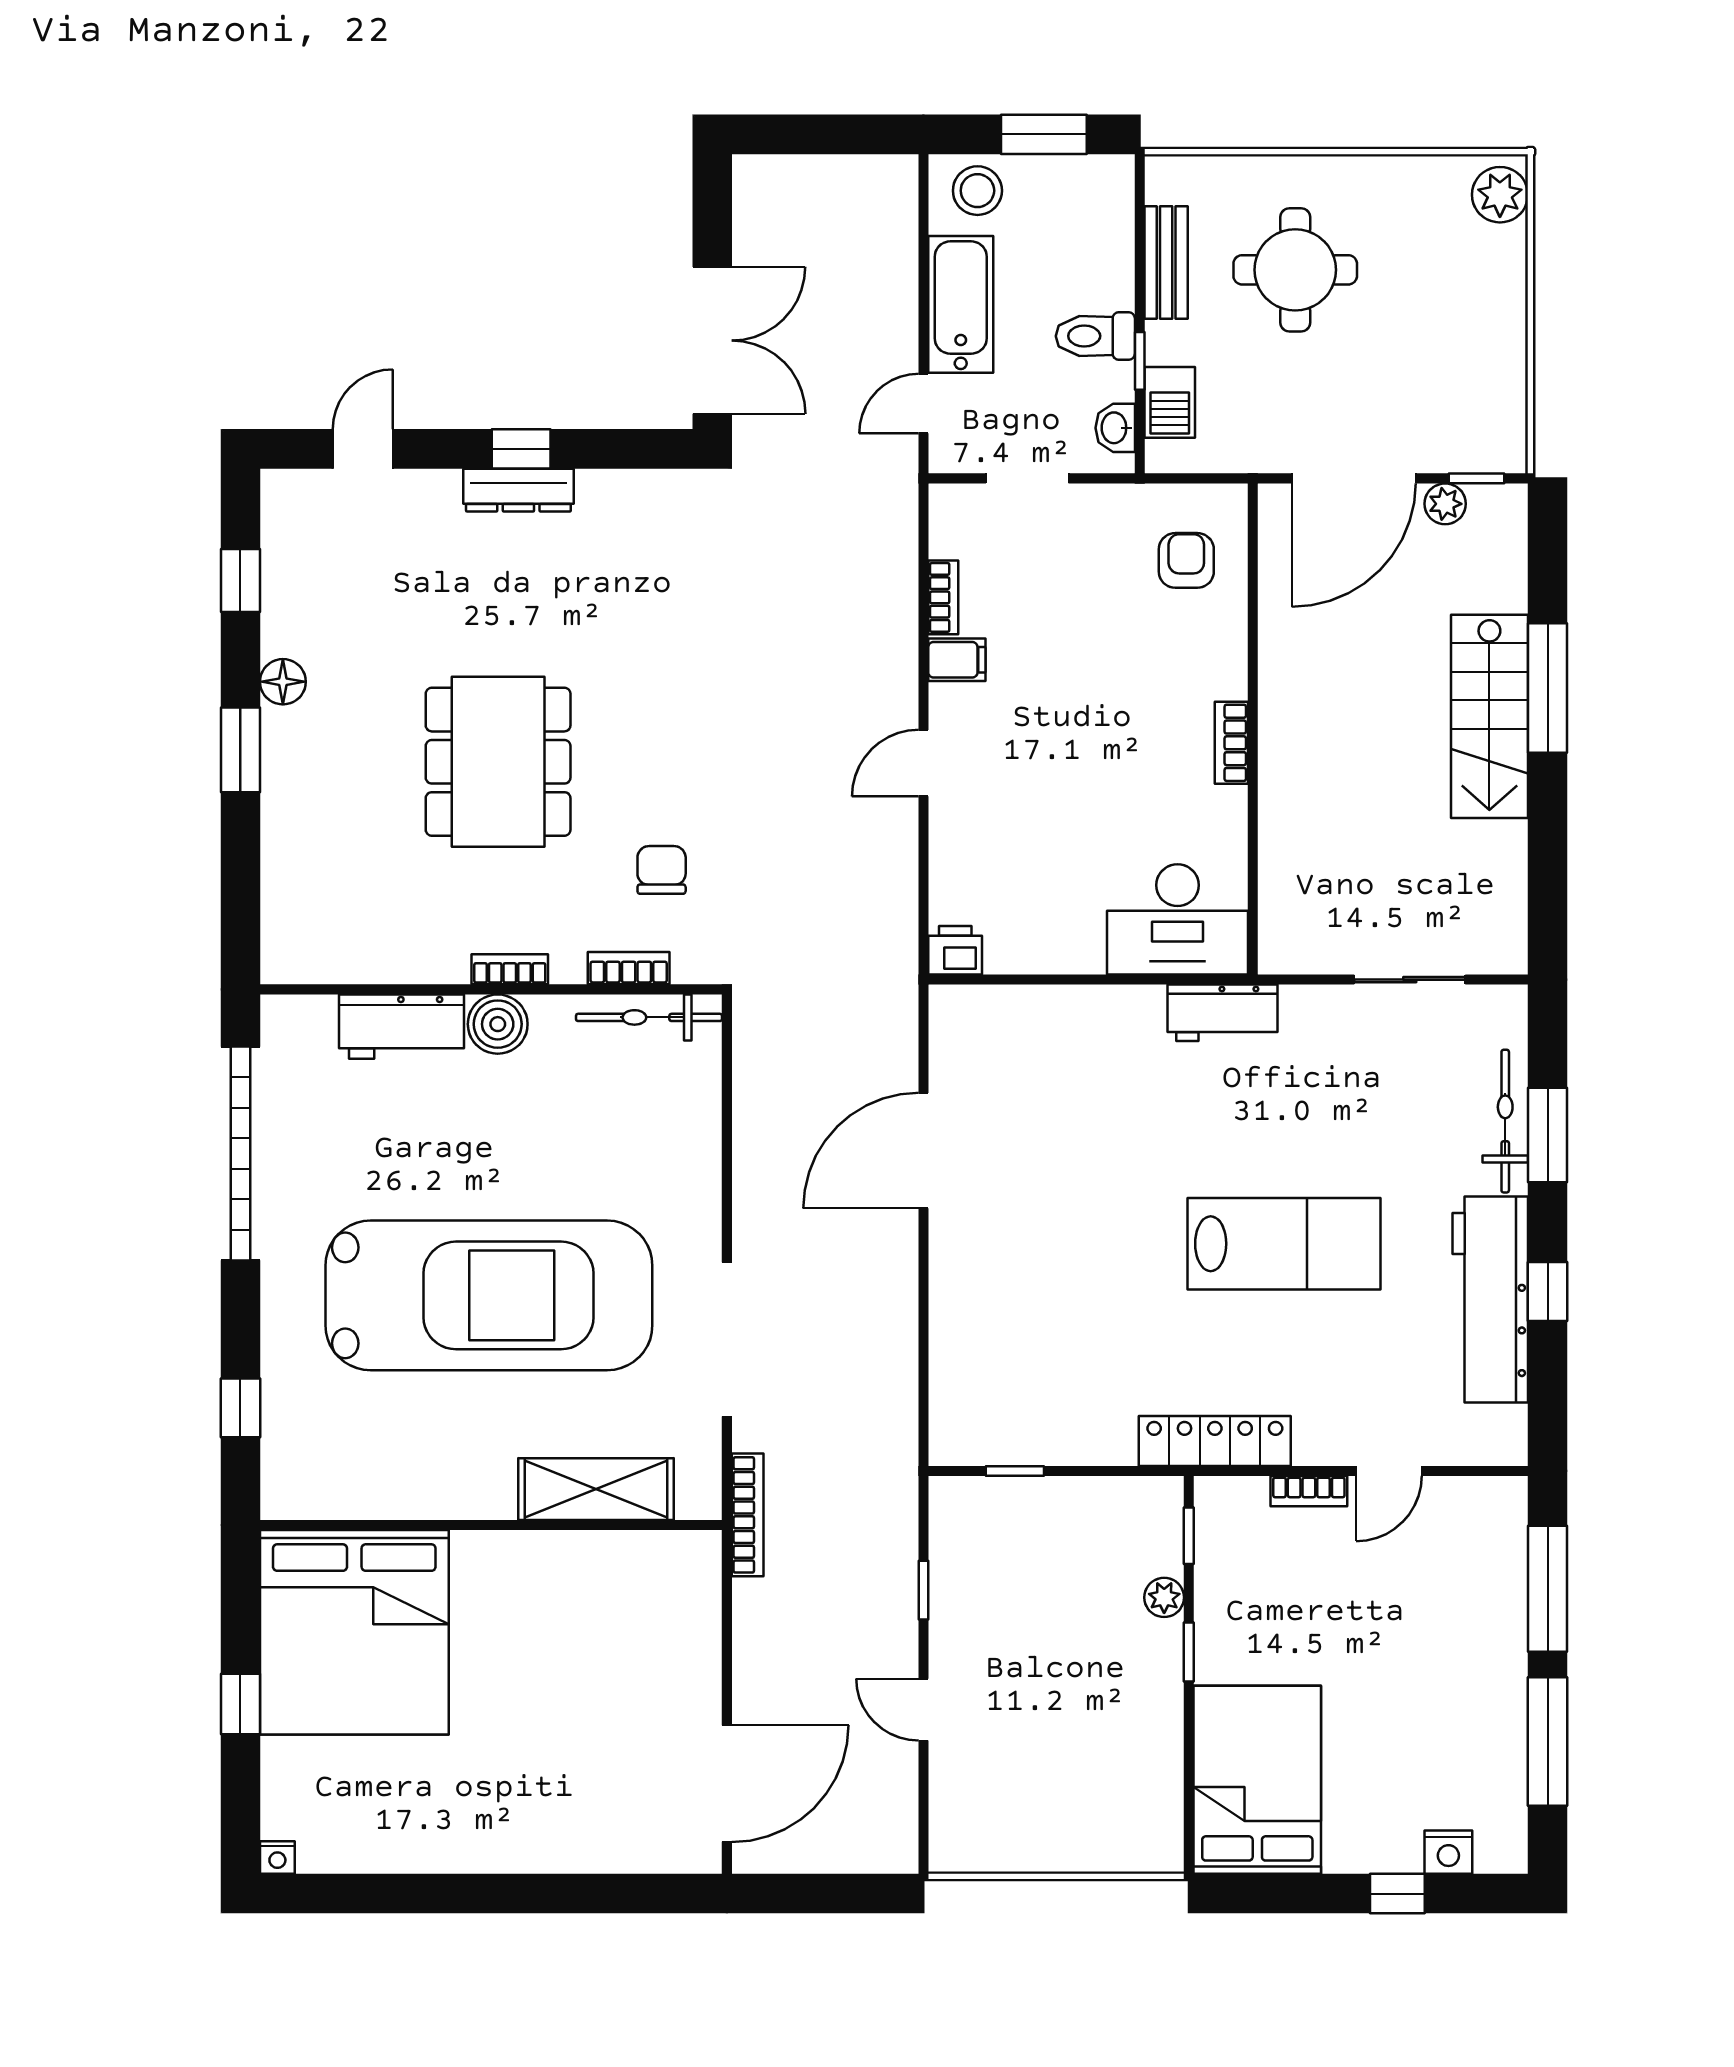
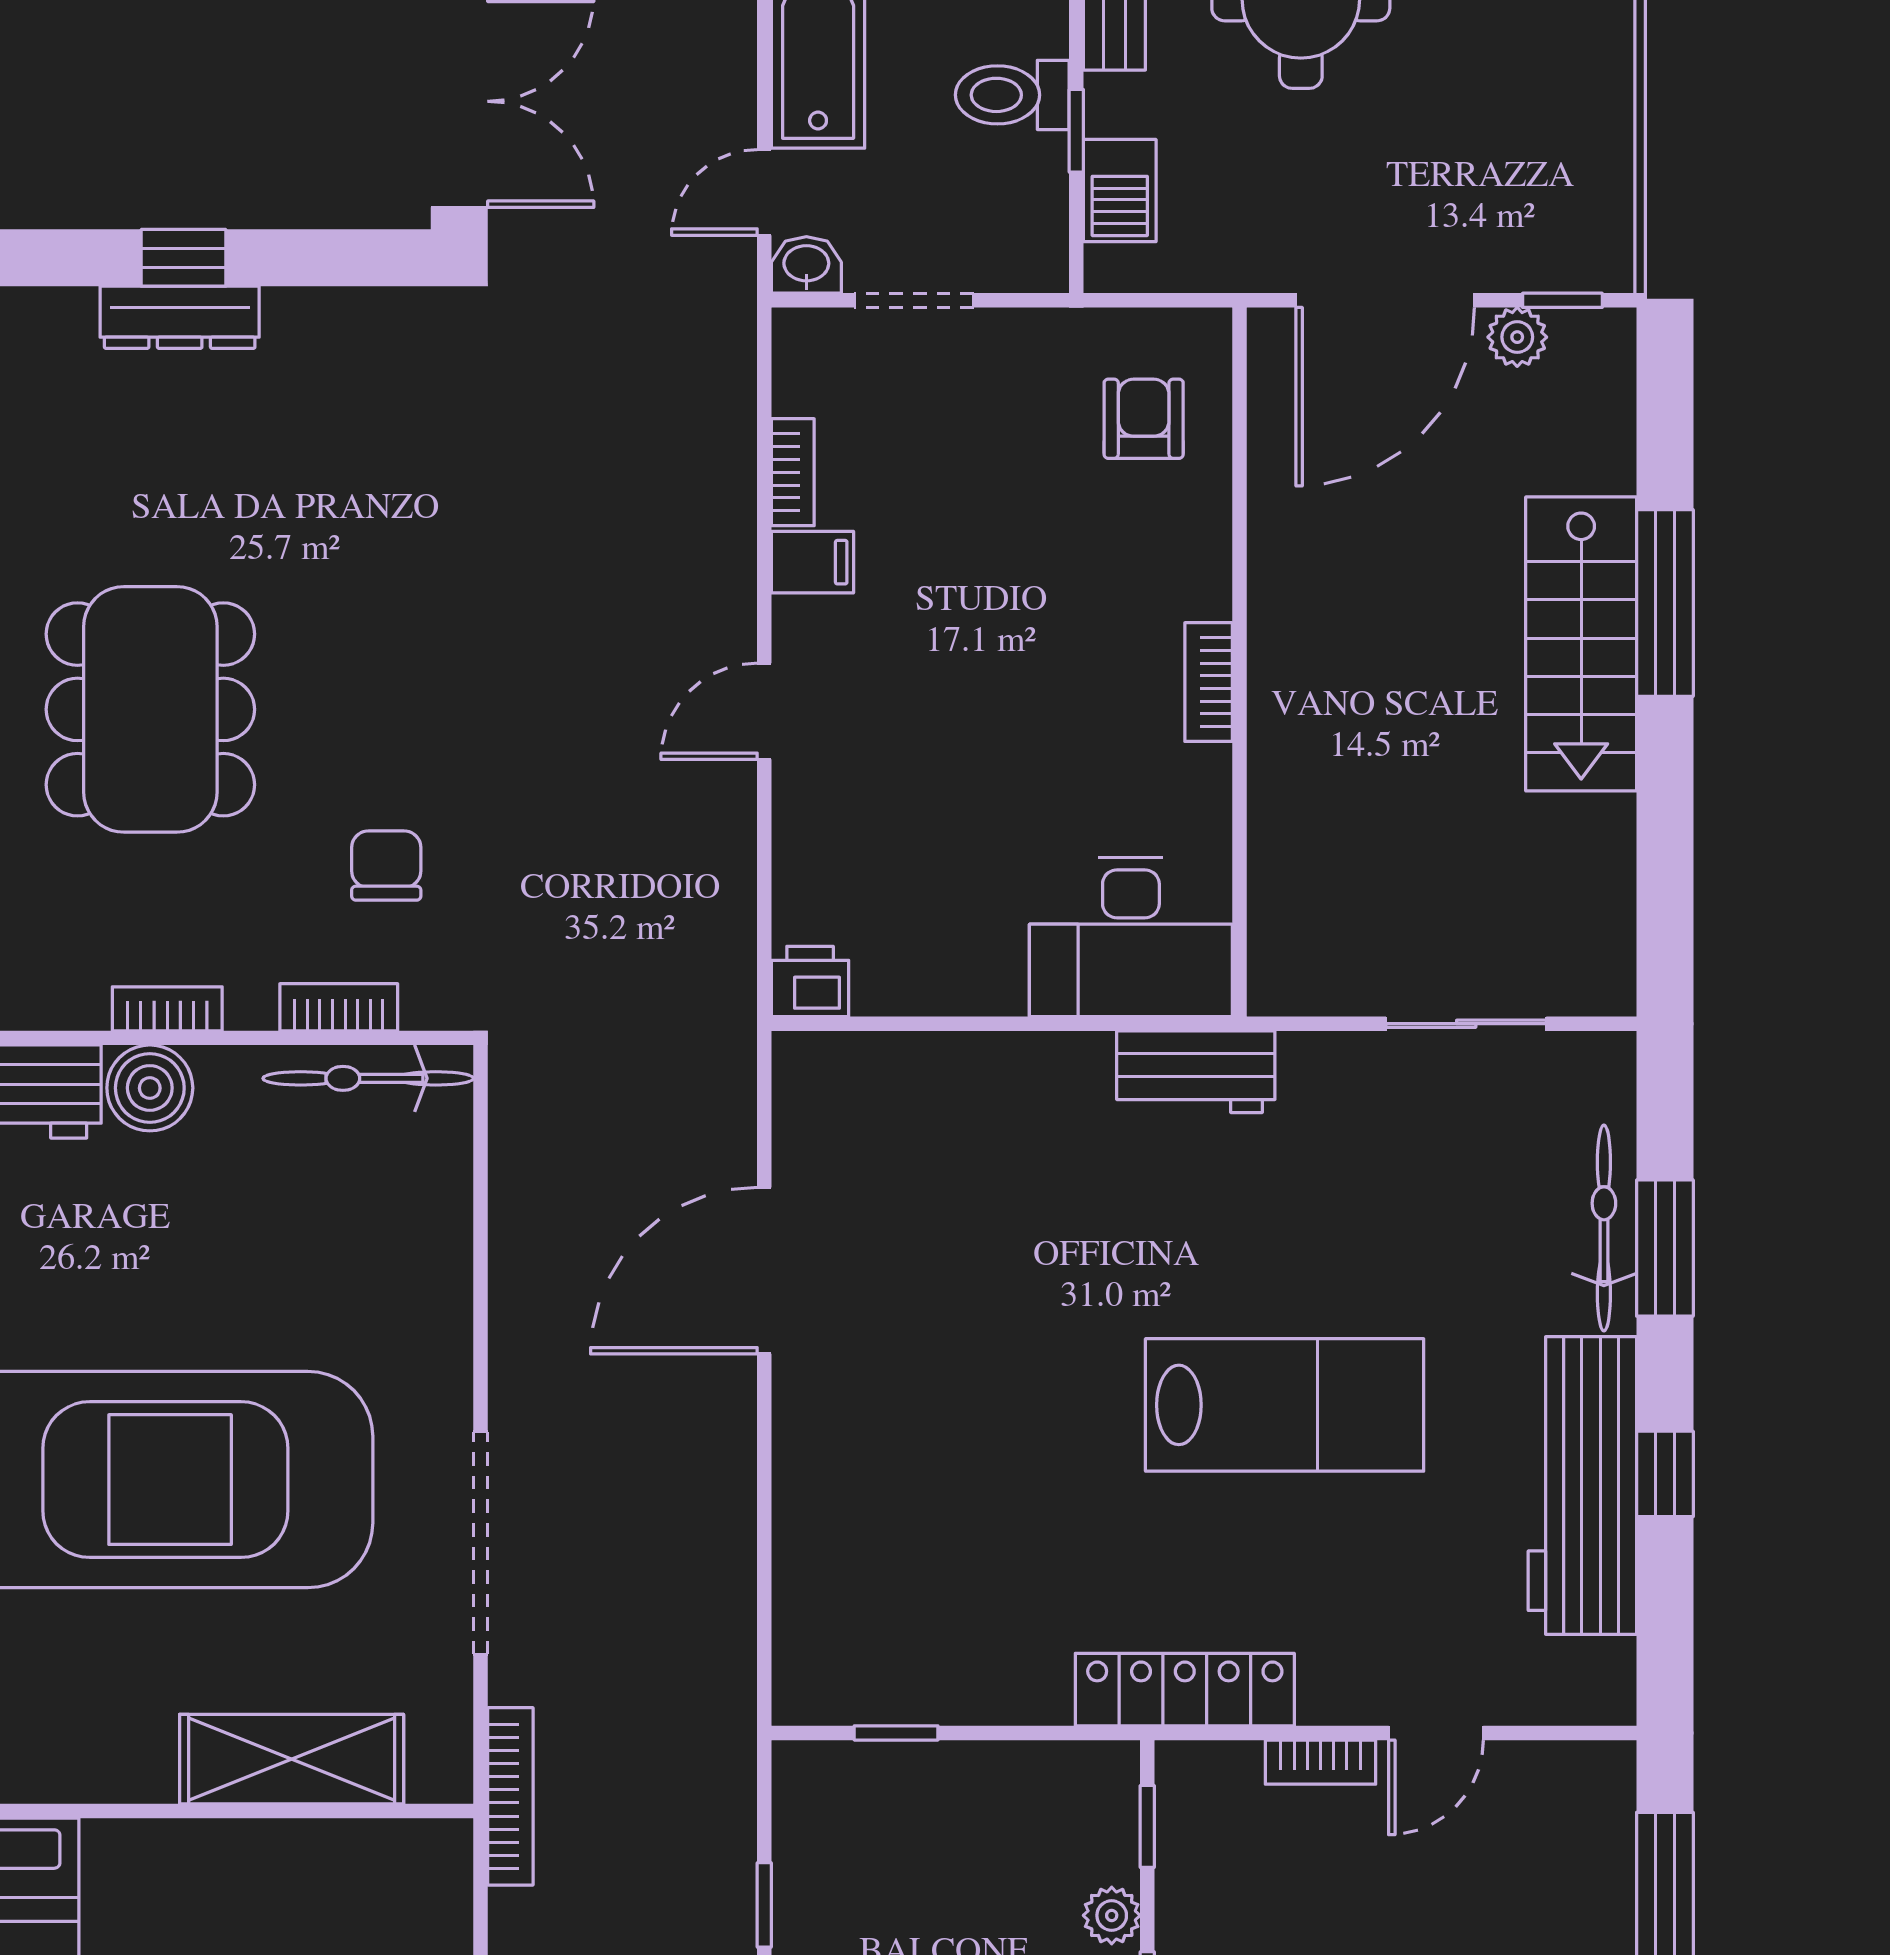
washbasin: (1115, 428) -> (806, 265), moved, turned 90

